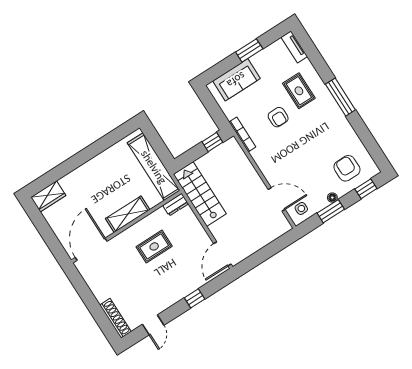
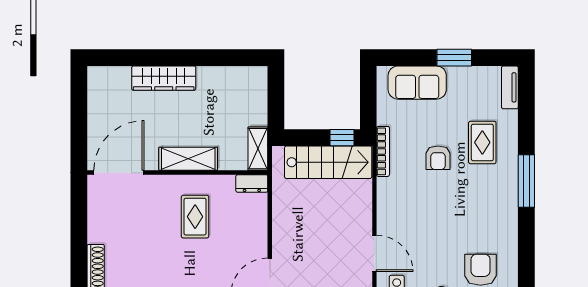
shelving: (154, 167) -> (258, 149), width x0.45, depth x0.75
stairs: (200, 194) -> (328, 162), moved, turned 90
wardrobe: (48, 196) -> (164, 78), moved, width x1.50
rug: (154, 246) -> (195, 217), turned 90

